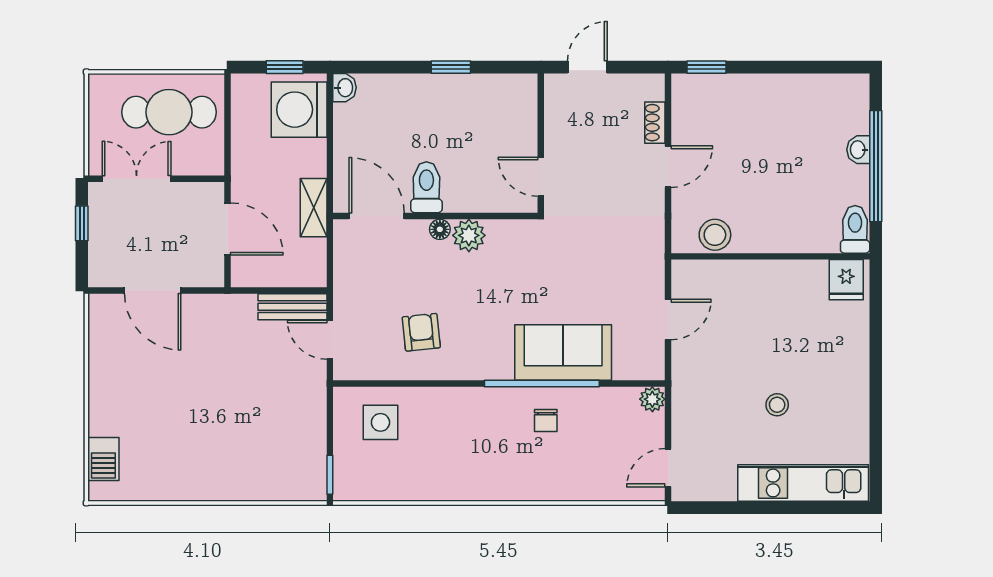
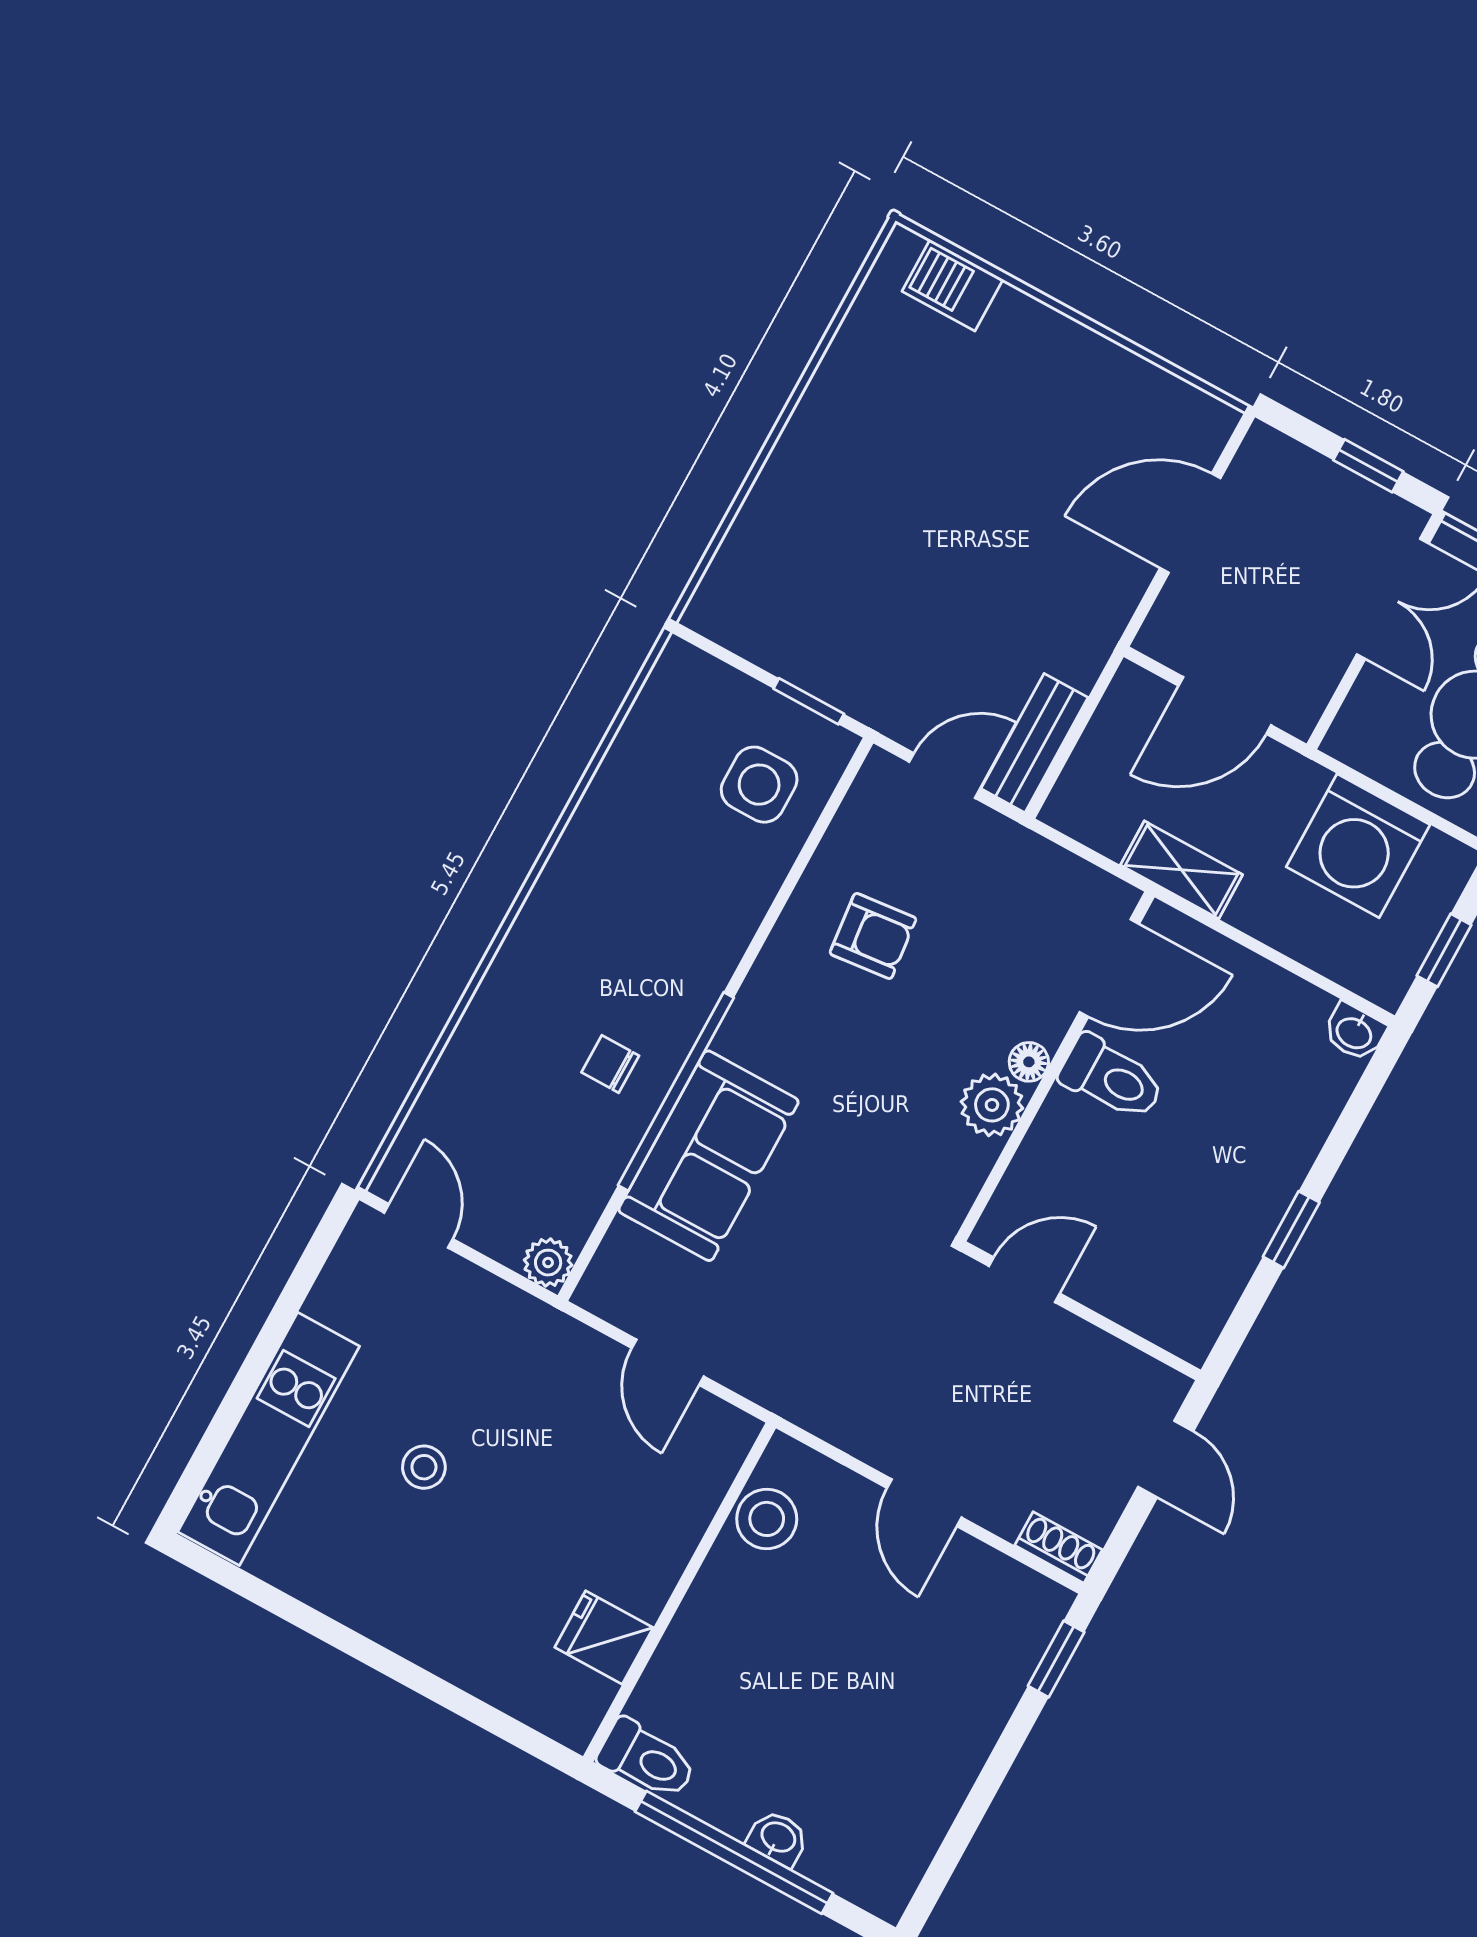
washing machine: (299, 110) -> (1358, 846), moved, turned 180
shoe rack: (655, 123) -> (1058, 1548), moved
fridge: (846, 280) -> (604, 1638), moved
window: (330, 475) -> (809, 701), moved

